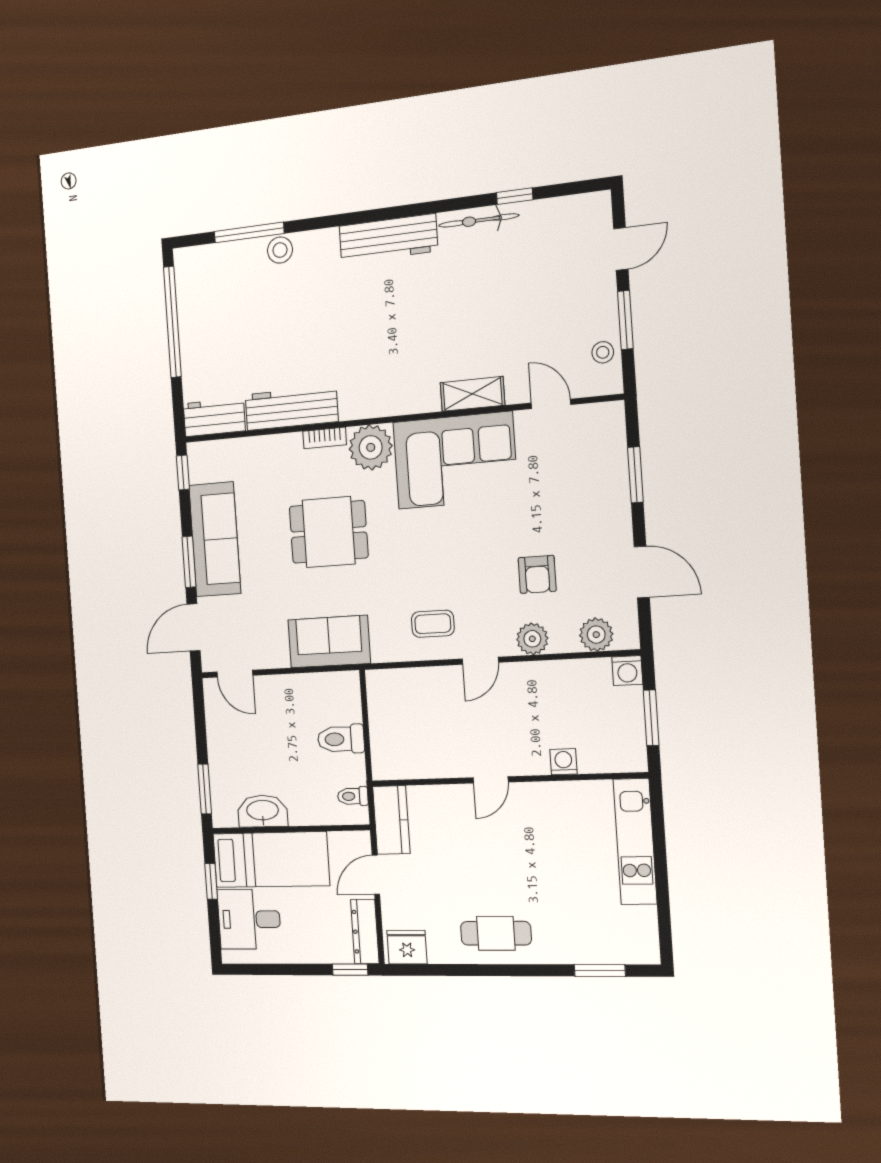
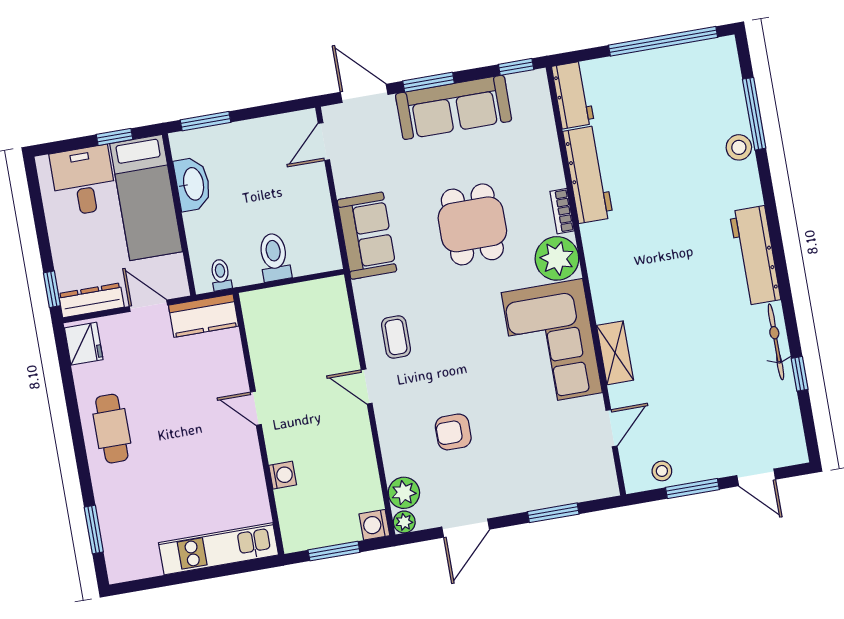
plant: (532, 639) -> (404, 522), moved, width x0.73, depth x0.73

